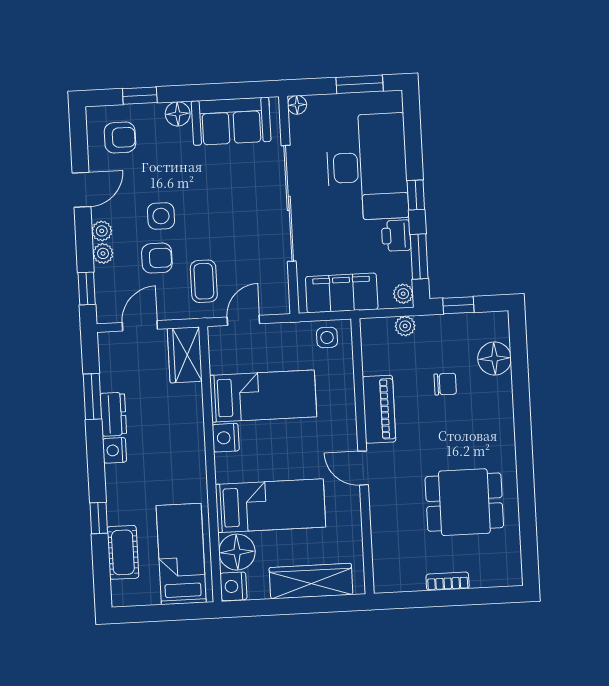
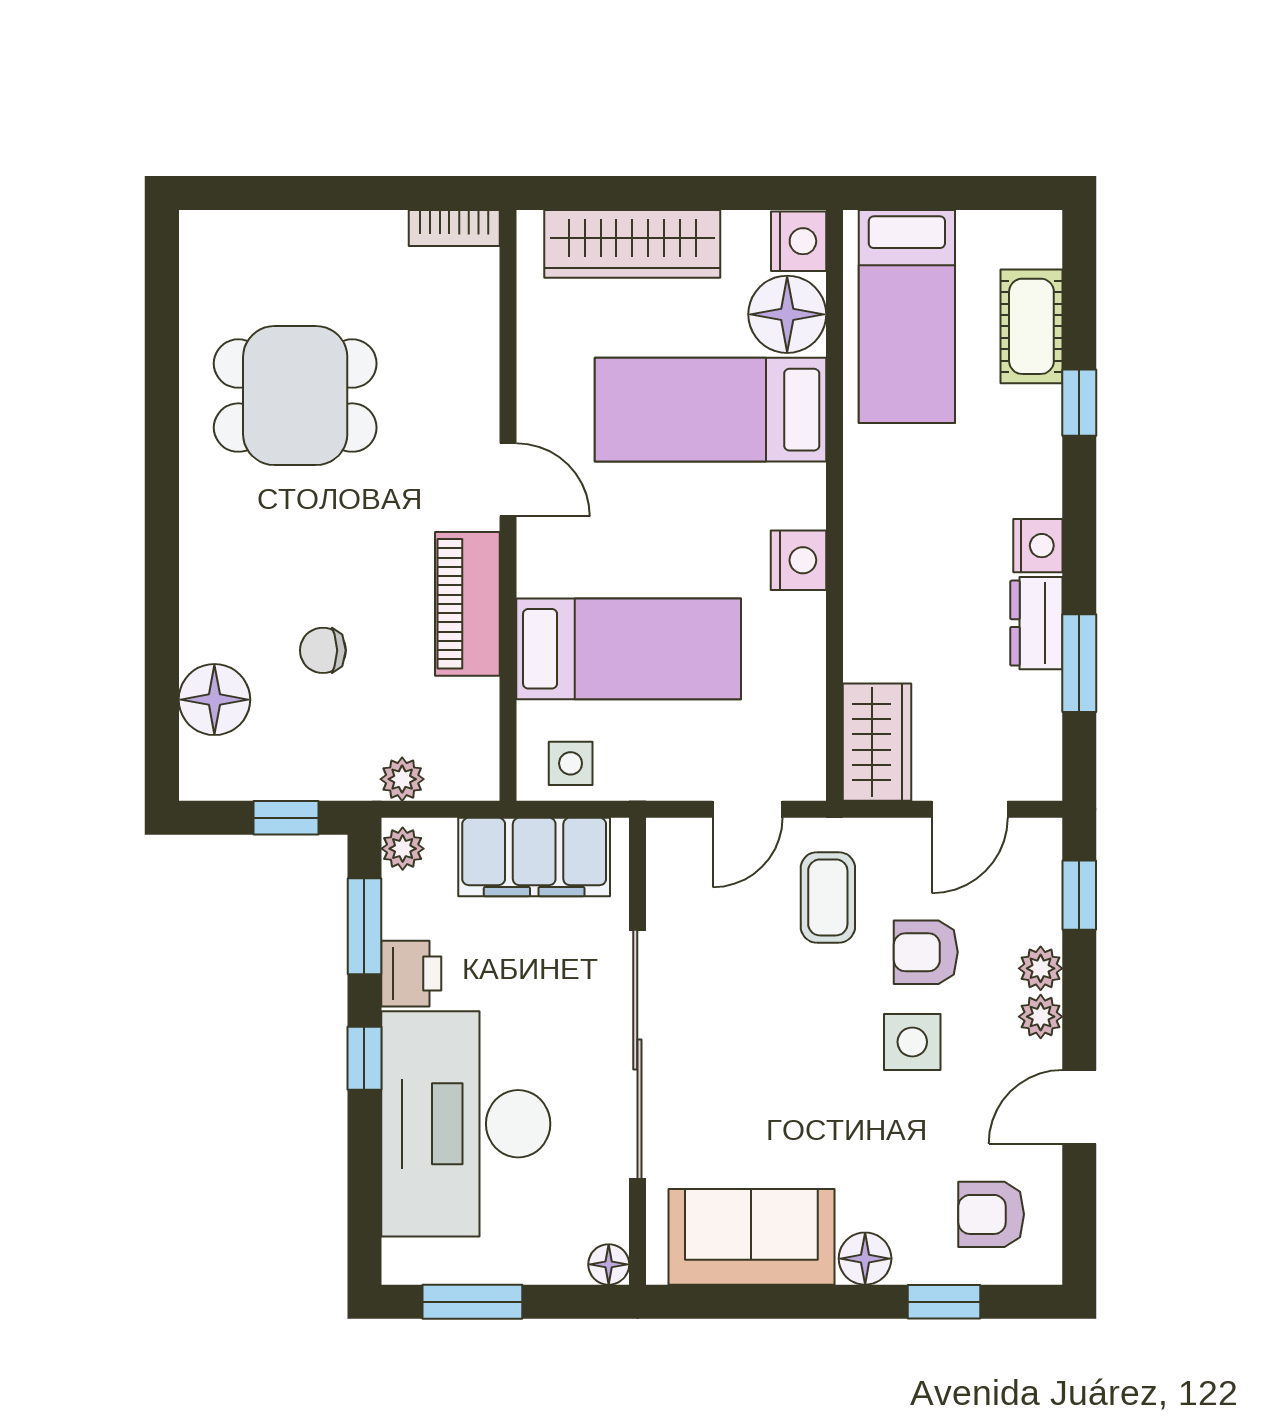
bed: (263, 396) -> (629, 649), moved, turned 180
bookcase: (448, 581) -> (454, 228), moved

